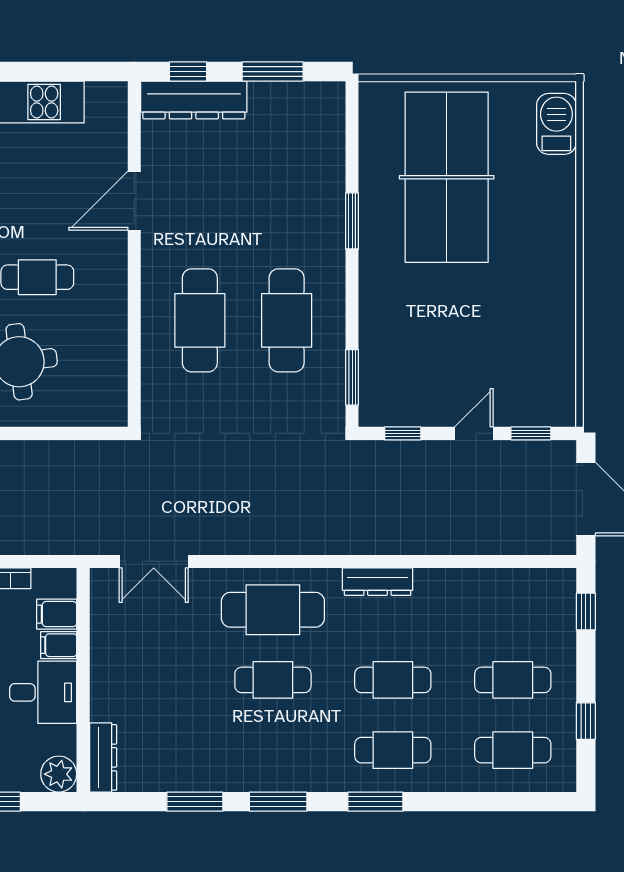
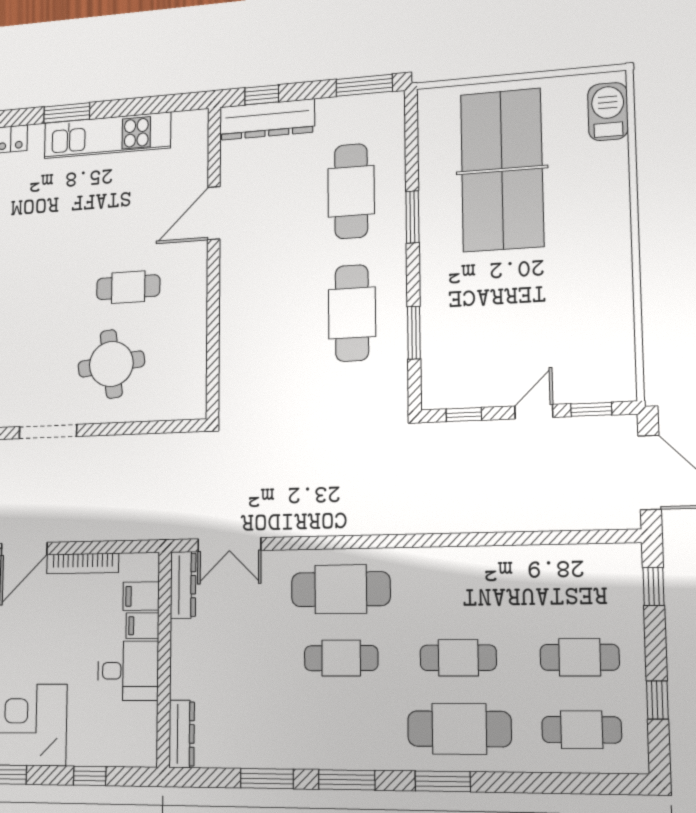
window: (273, 72) -> (364, 85), moved
cafe table: (200, 320) -> (351, 191), moved
window: (352, 377) -> (414, 333), moved
dresser: (377, 582) -> (183, 585), moved, turned -90
cafe table: (393, 750) -> (459, 729), width x1.37, depth x1.35
plant: (59, 774) -> (141, 750), removed

